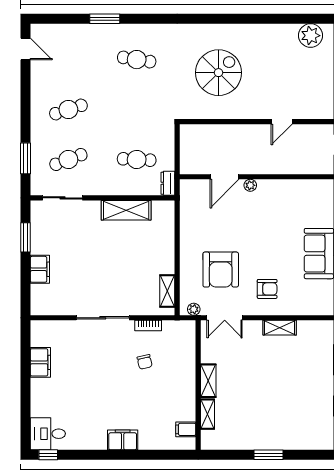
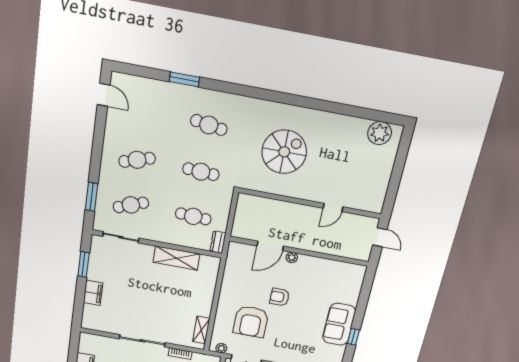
cafe table: (137, 110) -> (201, 172), added
armchair: (267, 289) -> (280, 297), moved, turned 180

